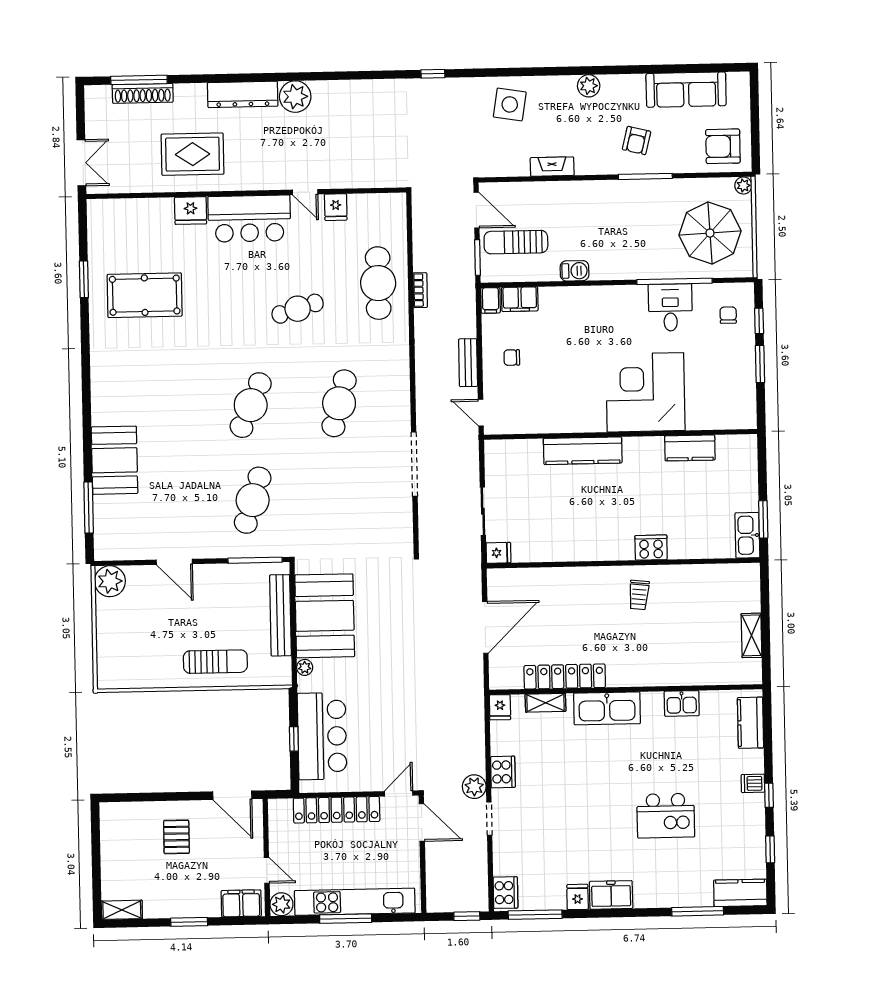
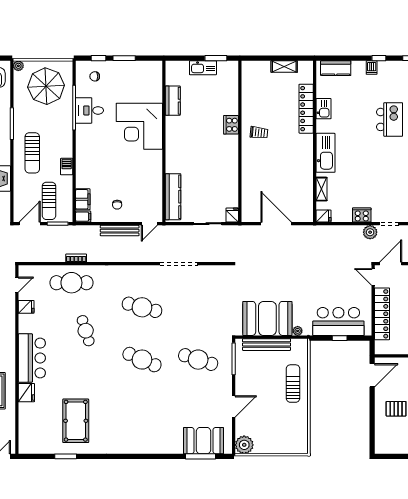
door: (305, 192) -> (17, 285), moved
sun lounger: (596, 212) -> (32, 153), added
bench: (468, 363) -> (120, 231), width x1.36
kitchen counter: (583, 451) -> (173, 197), moved
booth: (115, 460) -> (204, 441), moved
kitchen sink: (747, 535) -> (203, 68), moved
locker: (565, 676) -> (306, 109), moved

